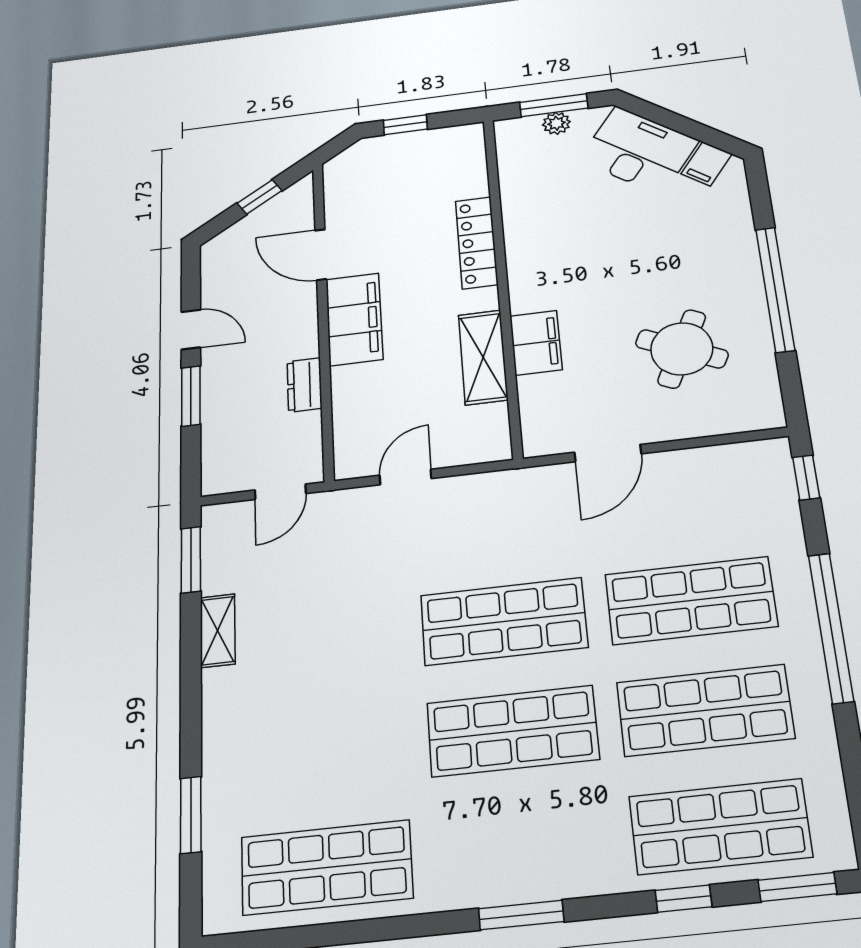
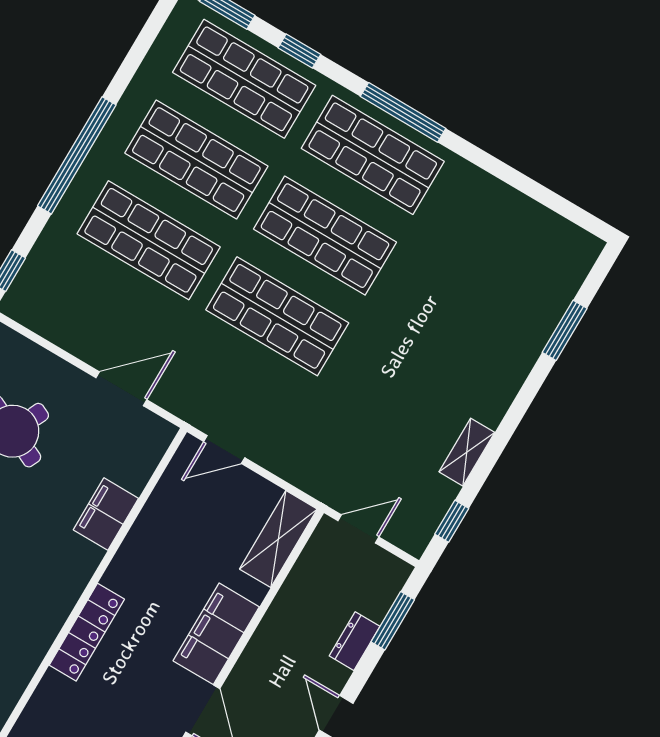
shelving: (483, 357) -> (278, 539), moved
dresser: (304, 385) -> (355, 641), moved, turned 180
window: (191, 396) -> (393, 621), moved
door: (406, 477) -> (224, 450), moved
window: (191, 560) -> (452, 521), width x0.67
shop shelf: (327, 867) -> (373, 155), moved
window: (521, 915) -> (403, 112), width x1.44

